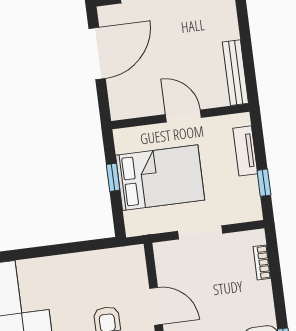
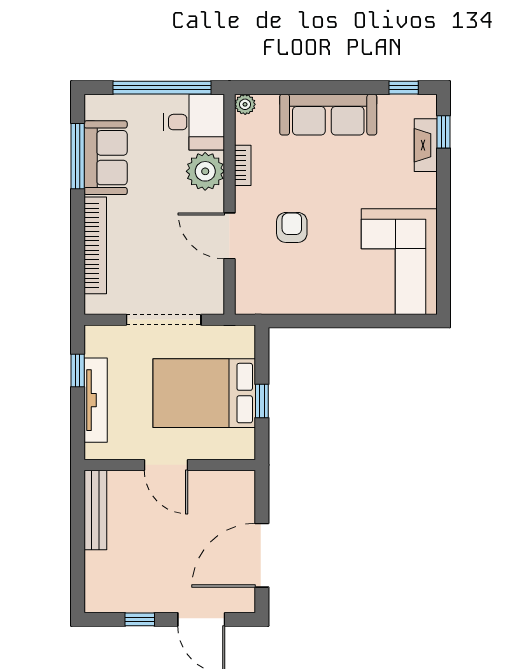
tv unit: (245, 151) -> (96, 400), width x1.41
doorway: (200, 232) -> (164, 320), width x1.36
bookcase: (262, 262) -> (95, 245), width x2.31, depth x1.31

